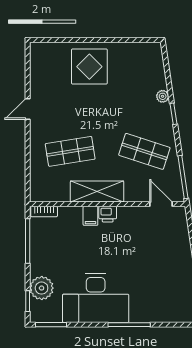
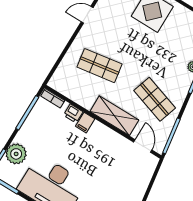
shelving: (97, 192) -> (114, 116), moved
printer: (108, 214) -> (73, 113), moved

